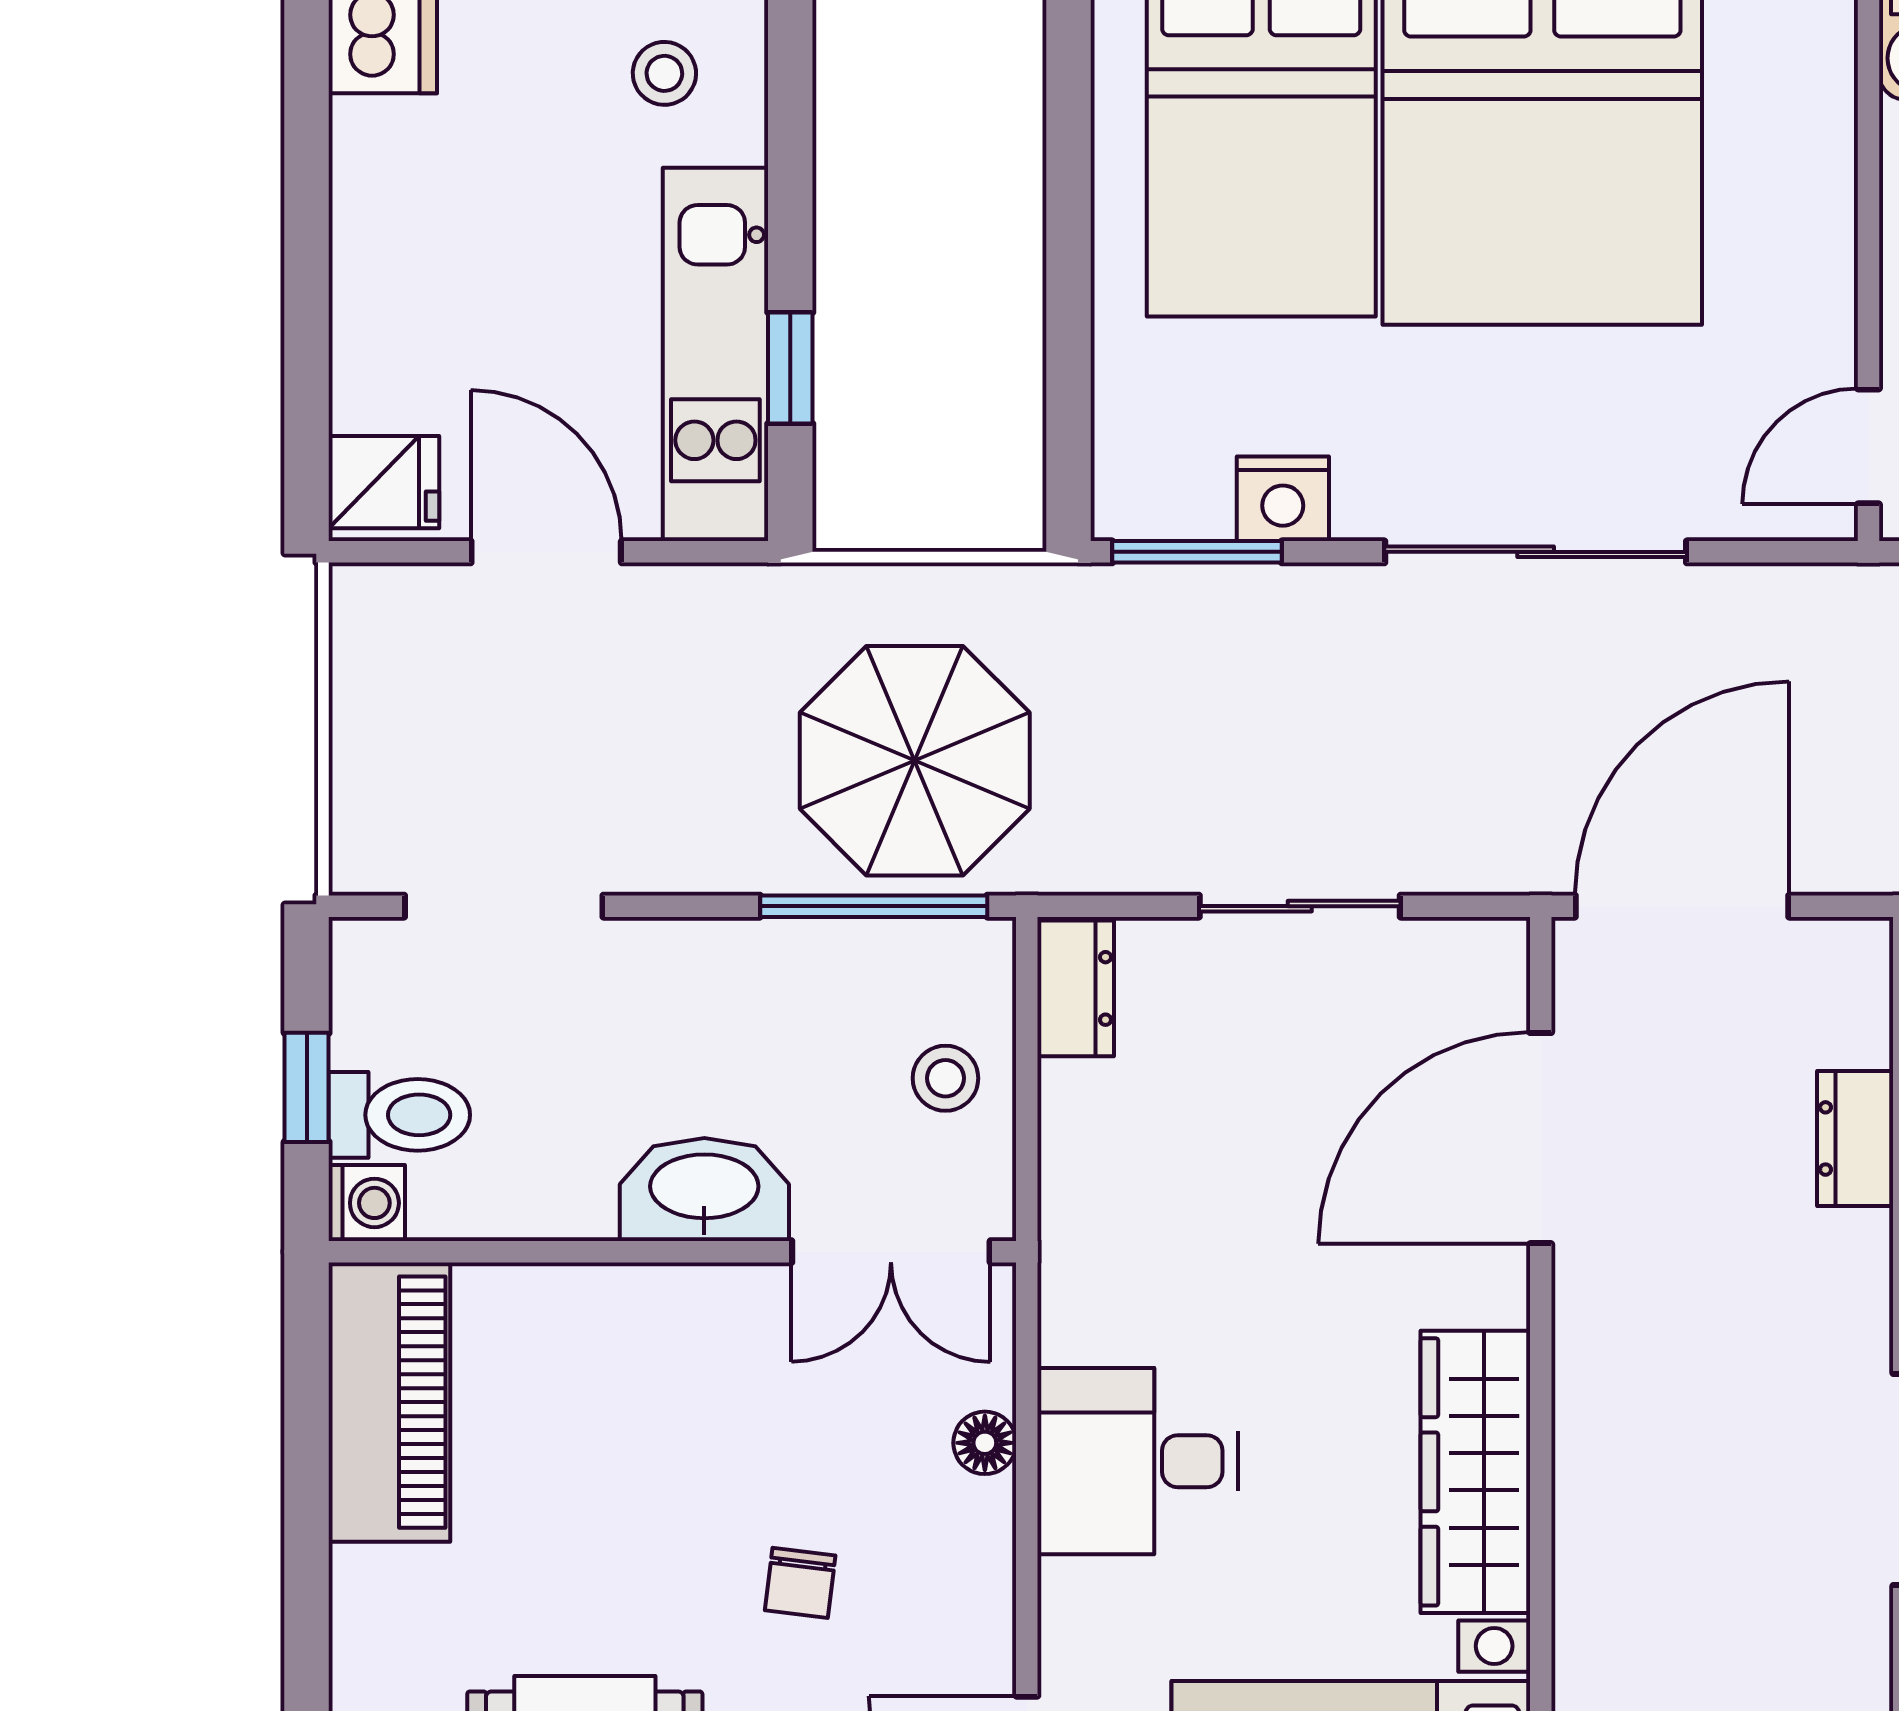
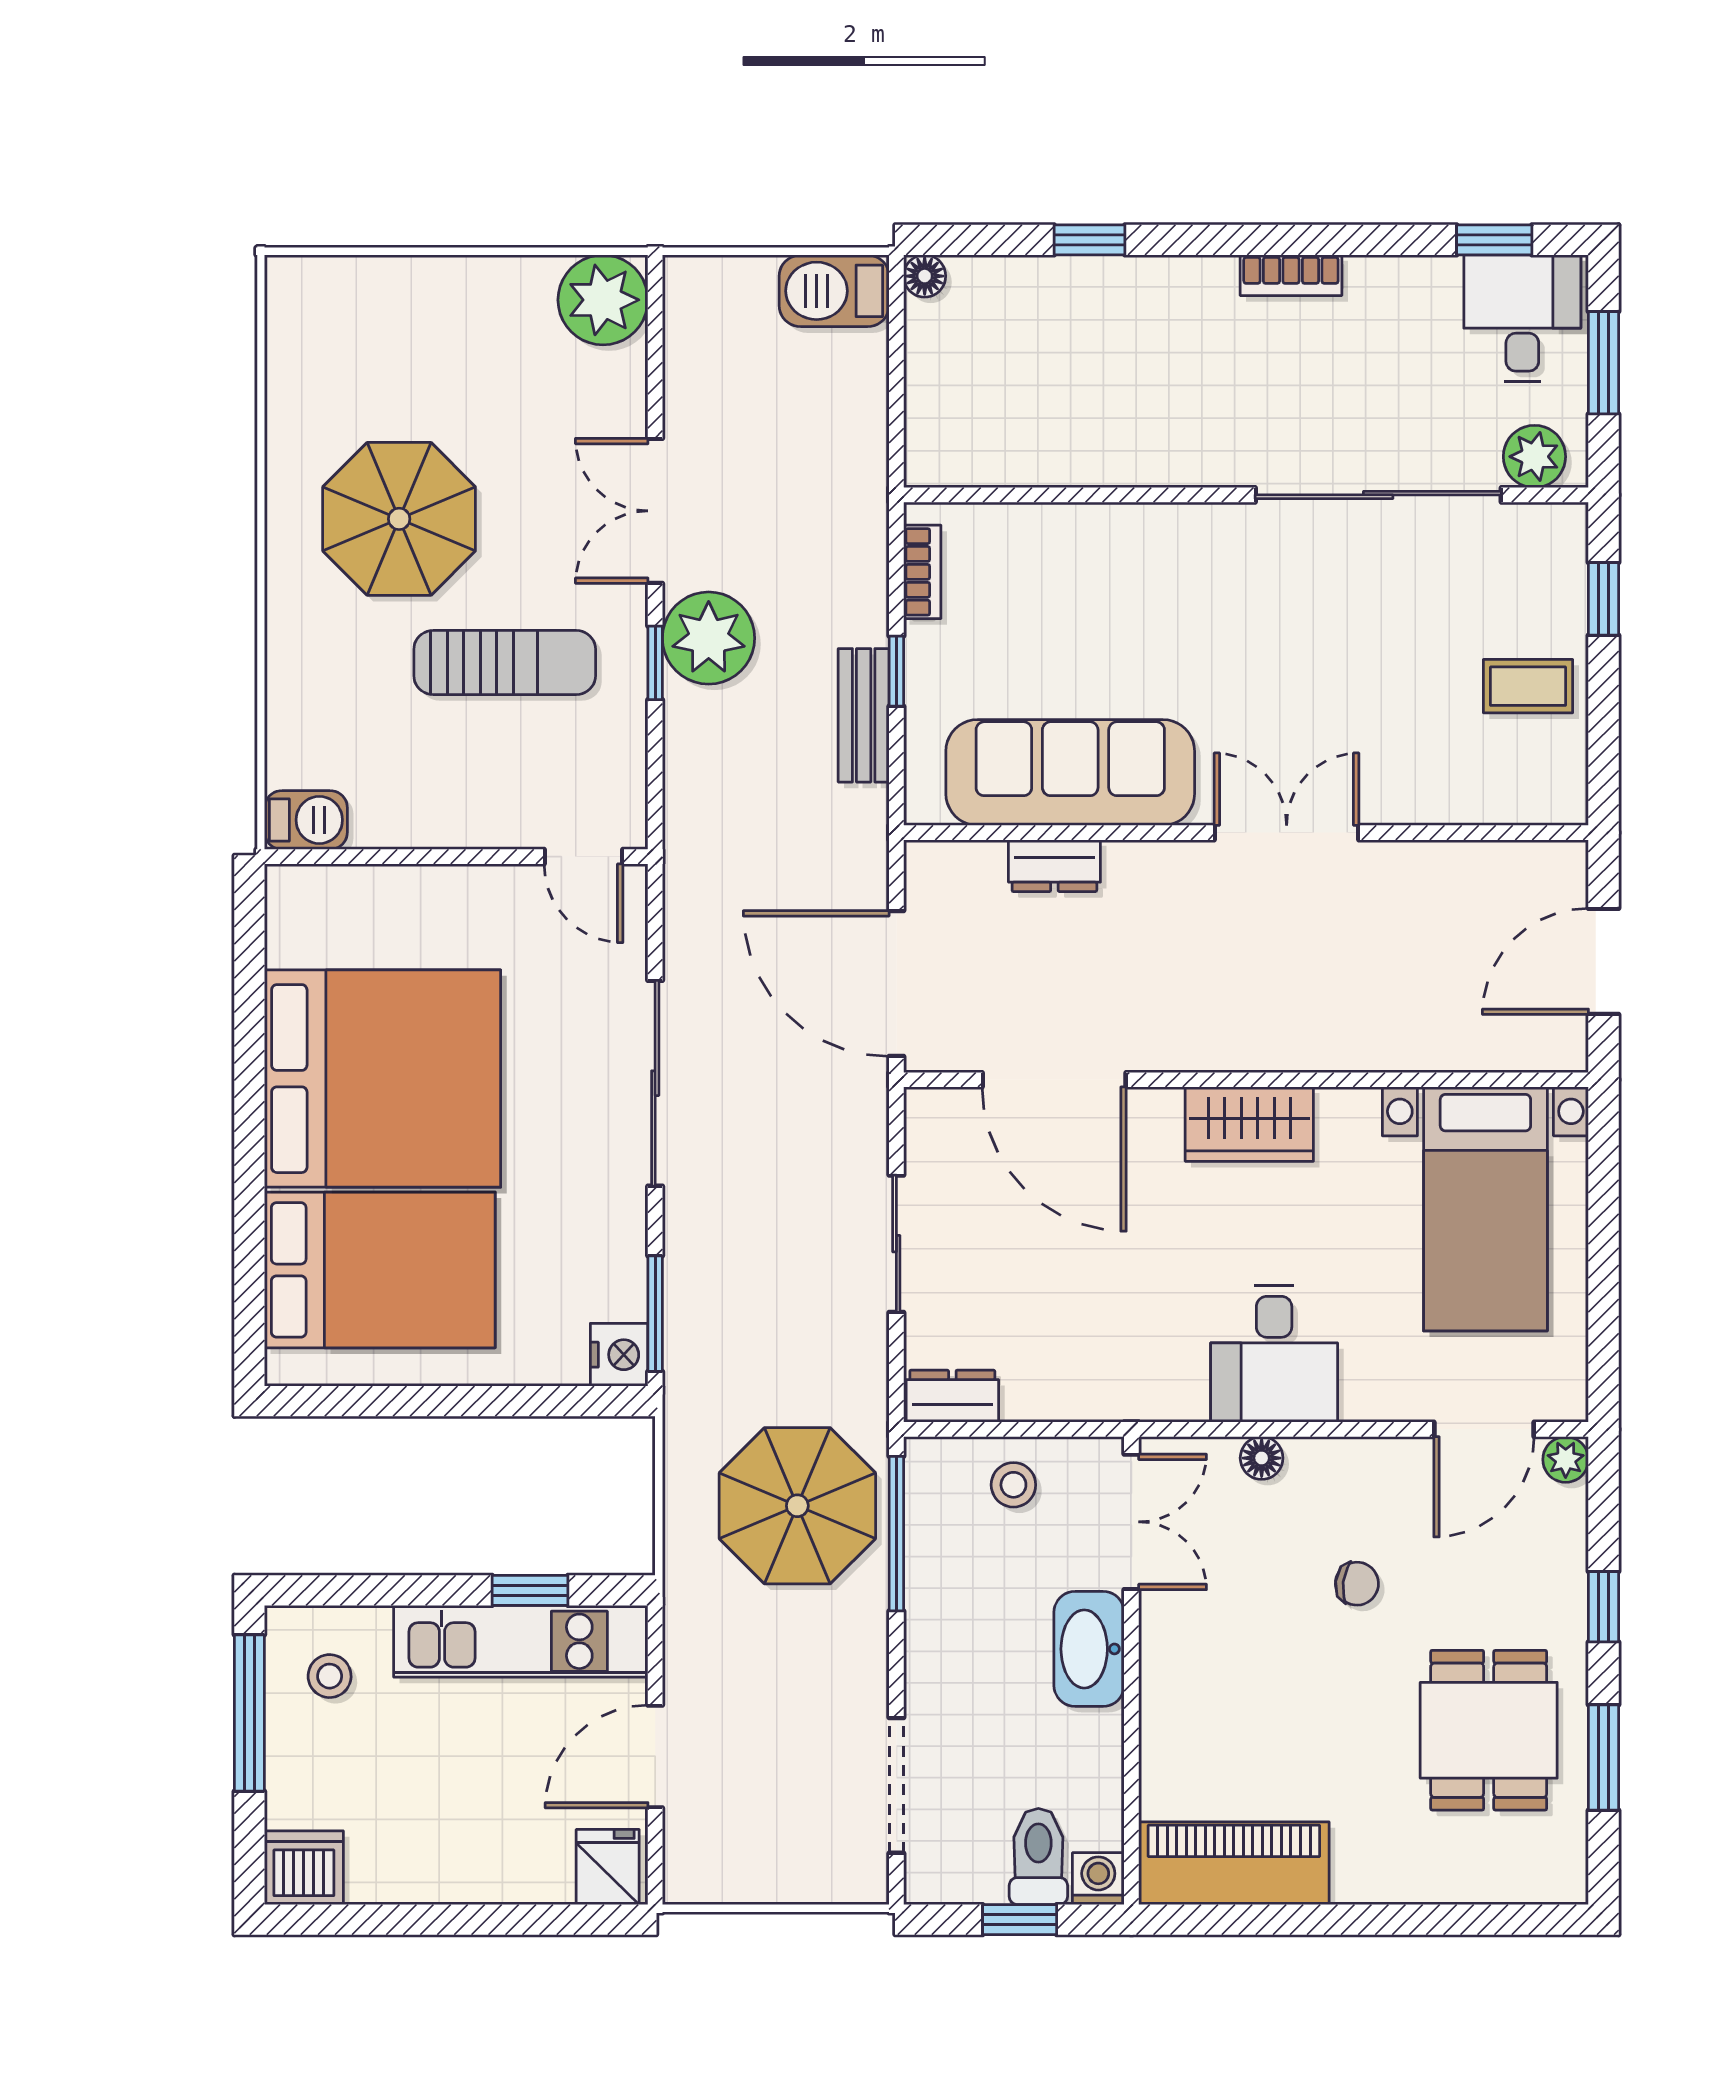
nightstand: (1283, 499) -> (619, 1355), moved
wardrobe: (1475, 1472) -> (1249, 1124), width x0.67

